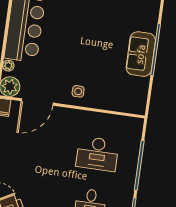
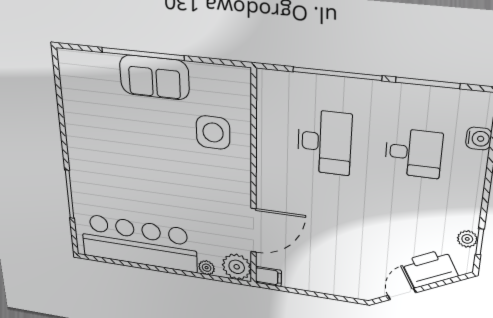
side table: (78, 91) -> (213, 132), moved, width x1.87, depth x1.87
door: (37, 102) -> (254, 230), hinge flipped

